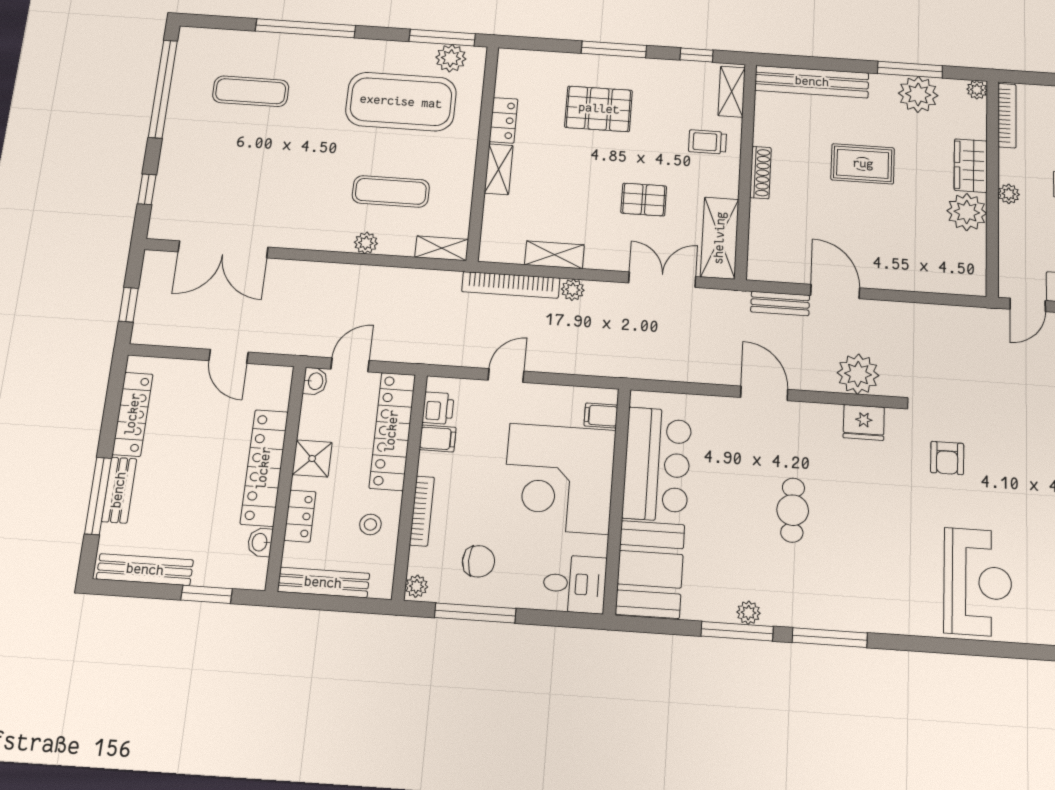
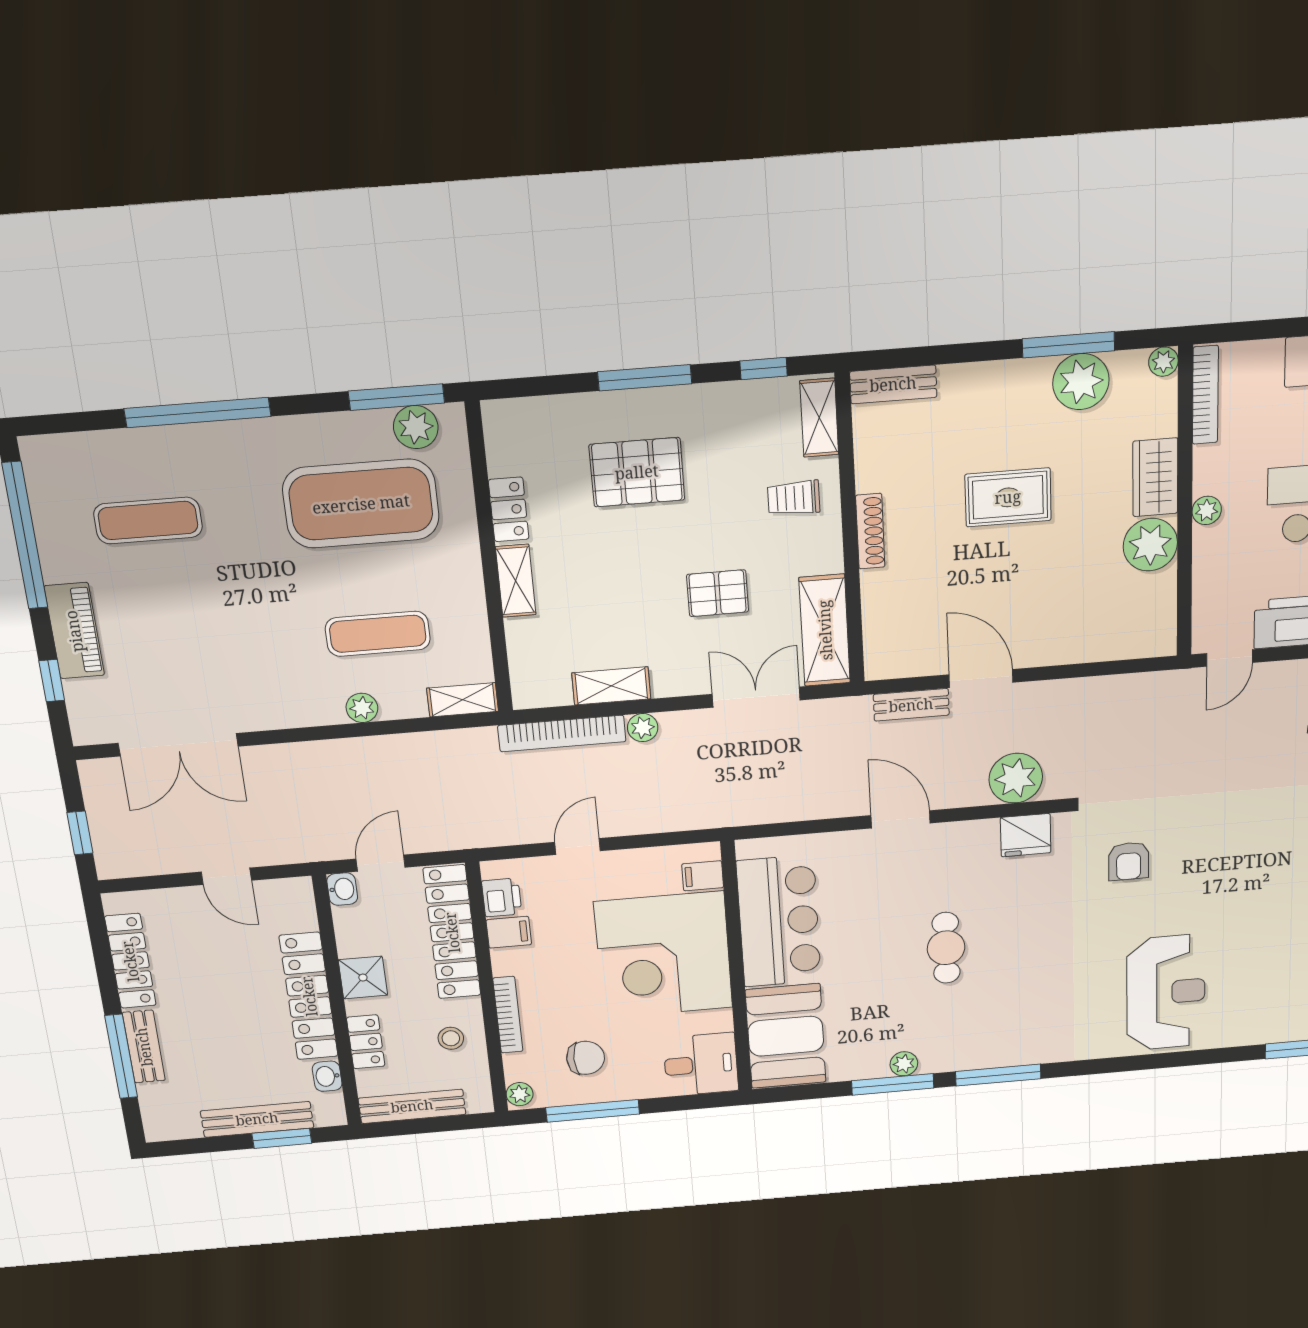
bench: (812, 82) -> (893, 384), width x0.54, depth x0.82
piano: (175, 157) -> (74, 631), added
bench: (145, 570) -> (257, 1119), moved

